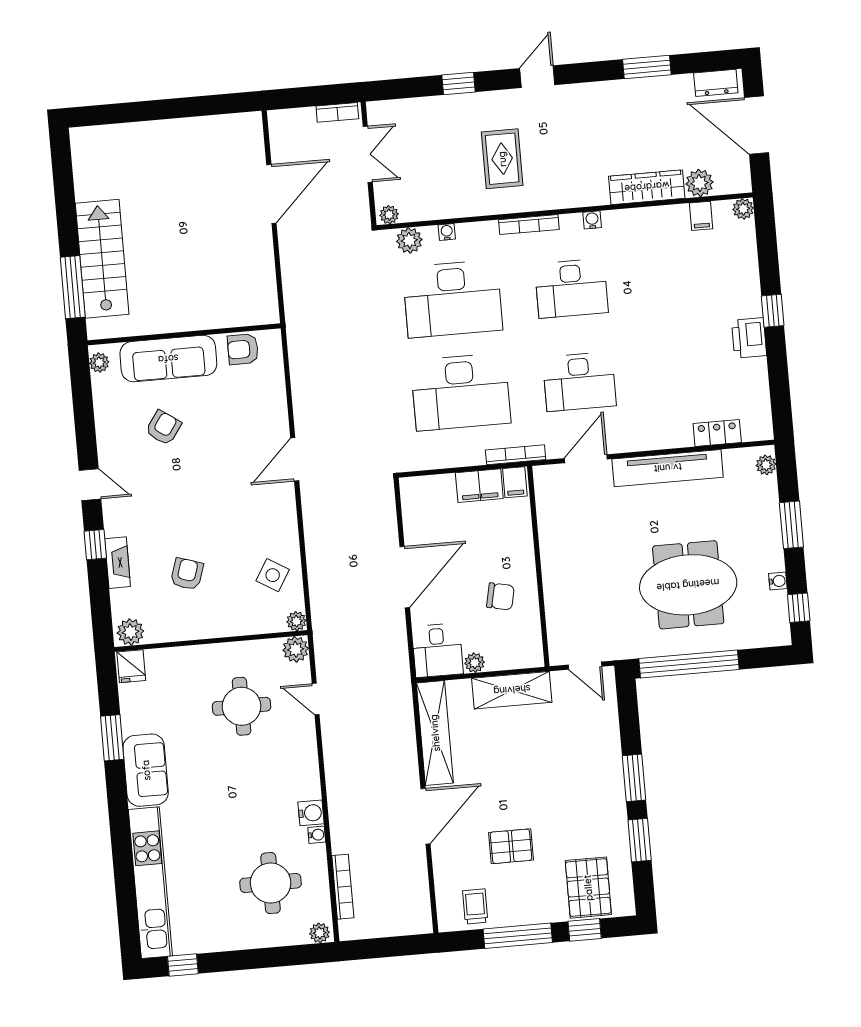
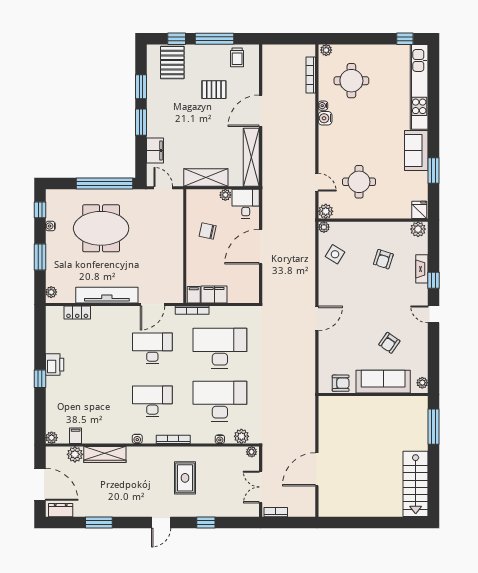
stairs: (102, 259) -> (416, 484), moved
filing cabinet: (605, 730) -> (155, 150), added

